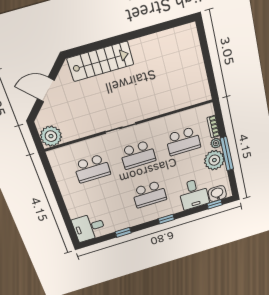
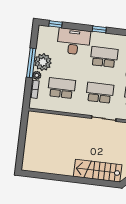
desk: (194, 194) -> (74, 42), width x1.37
washbasin: (217, 194) -> (50, 33), removed

